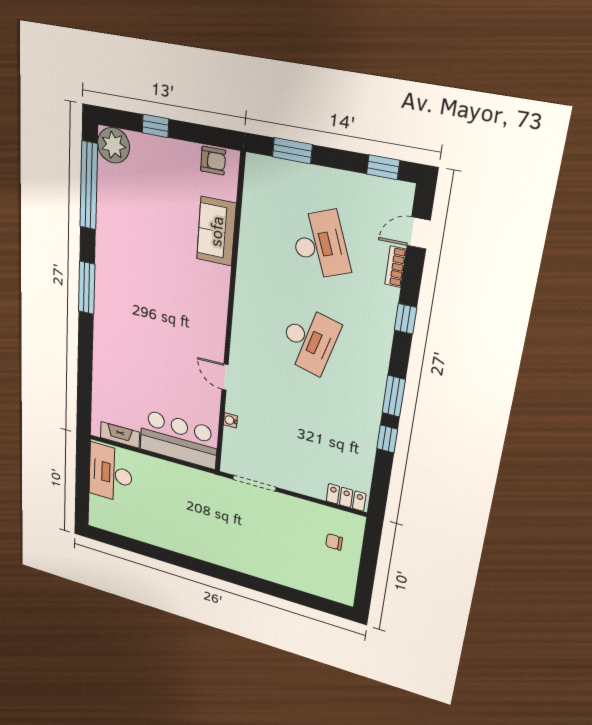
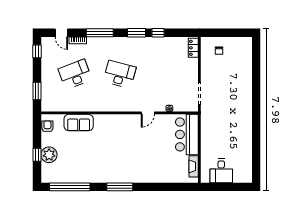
plant: (113, 145) -> (49, 155), moved
window: (406, 319) -> (100, 33), width x2.17
desk: (110, 473) -> (221, 171), width x0.73

